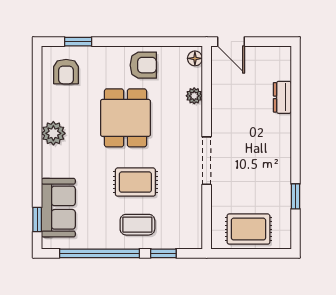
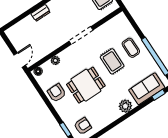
dresser: (282, 97) -> (41, 13), moved
plant: (53, 133) -> (125, 106), moved
window: (163, 253) -> (136, 27), removed

